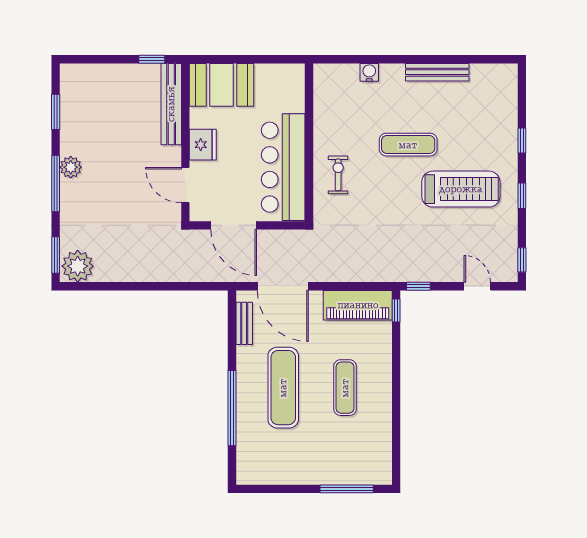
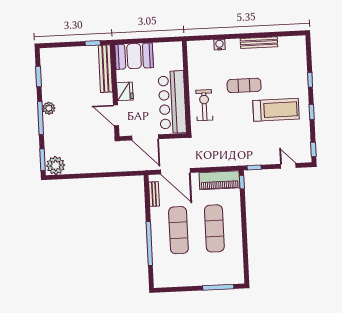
exercise bike: (338, 175) -> (204, 105), width x1.38, depth x1.39
exercise mat: (345, 388) -> (214, 228), width x1.36, depth x1.45

